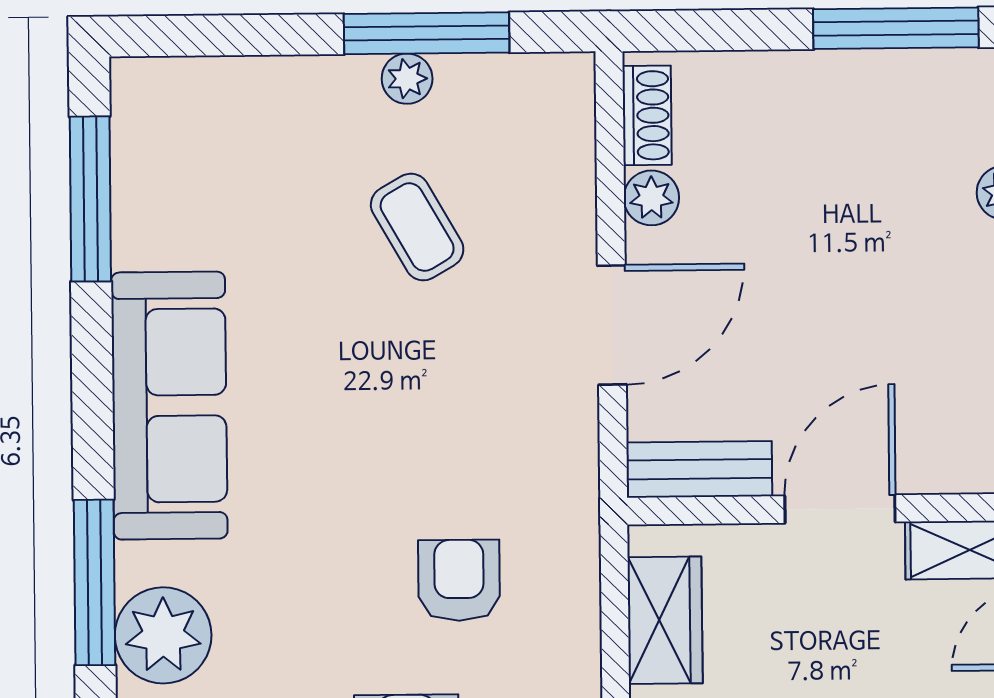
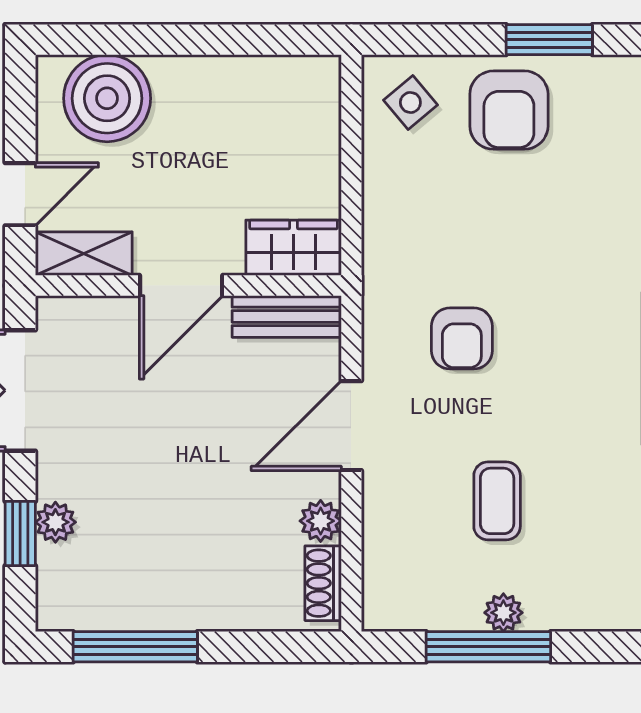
coffee table: (417, 227) -> (497, 501), turned 30
armchair: (459, 580) -> (462, 338), moved
wardrobe: (665, 620) -> (294, 248), moved, turned 90

